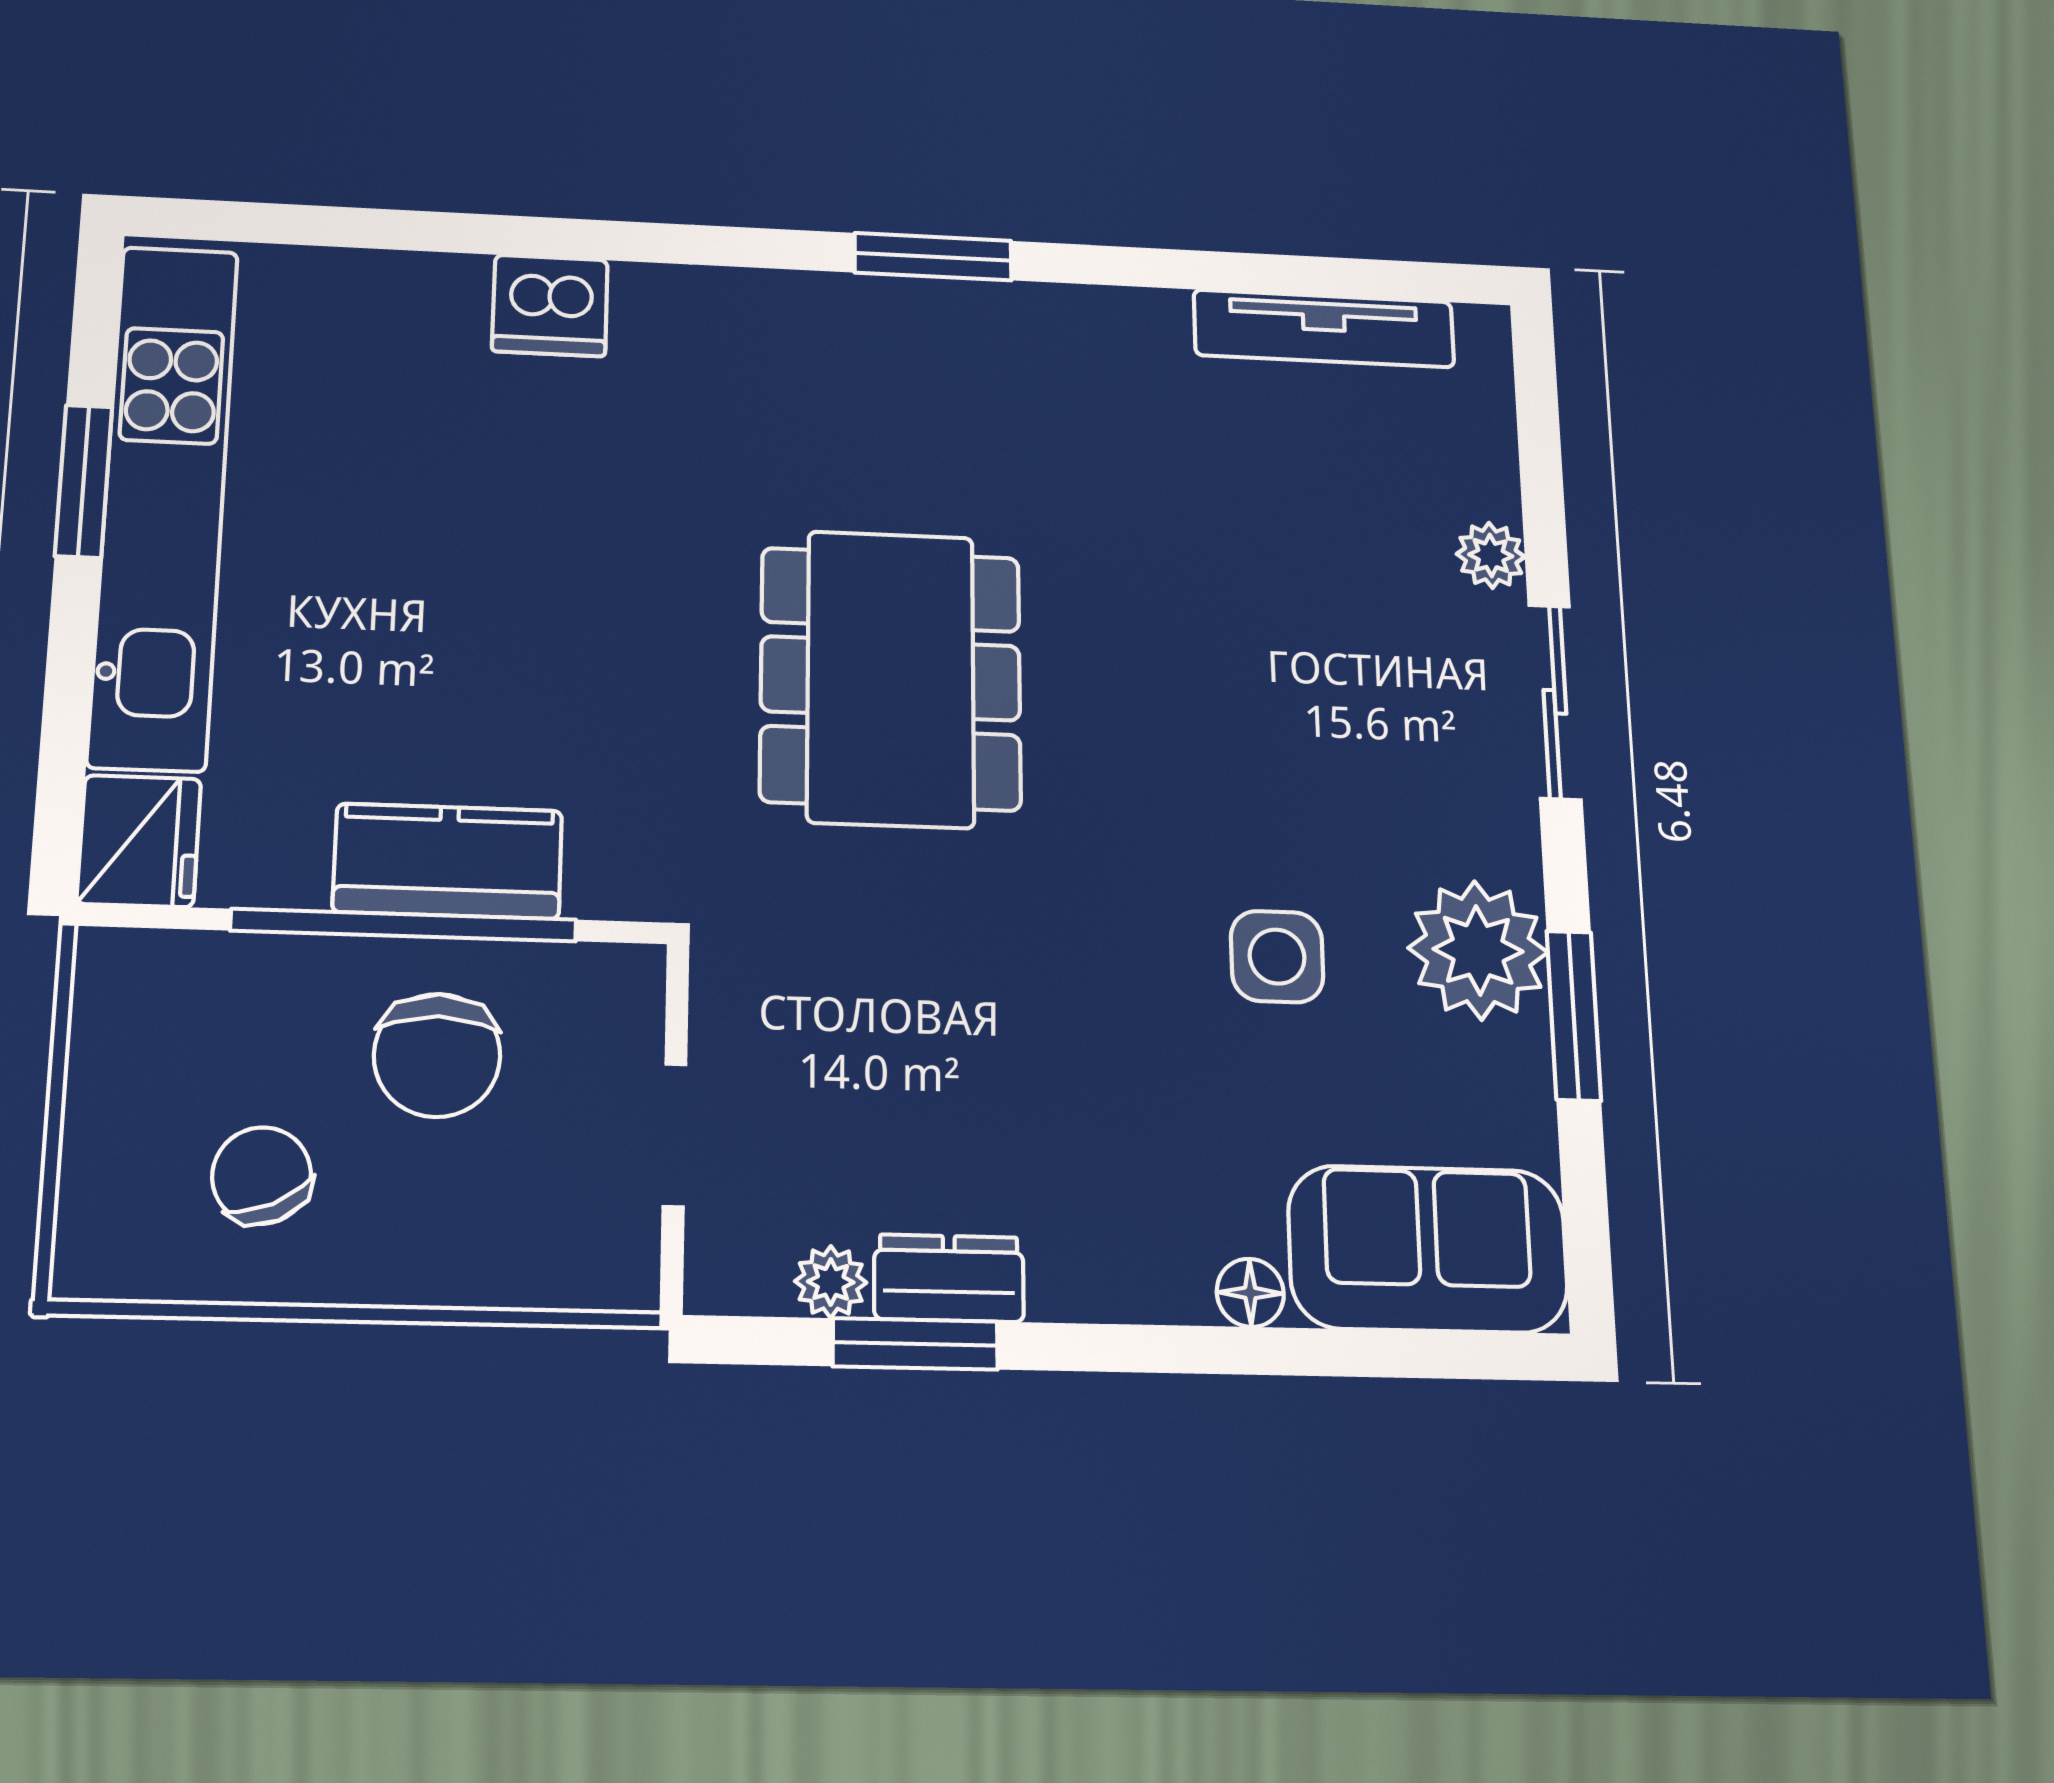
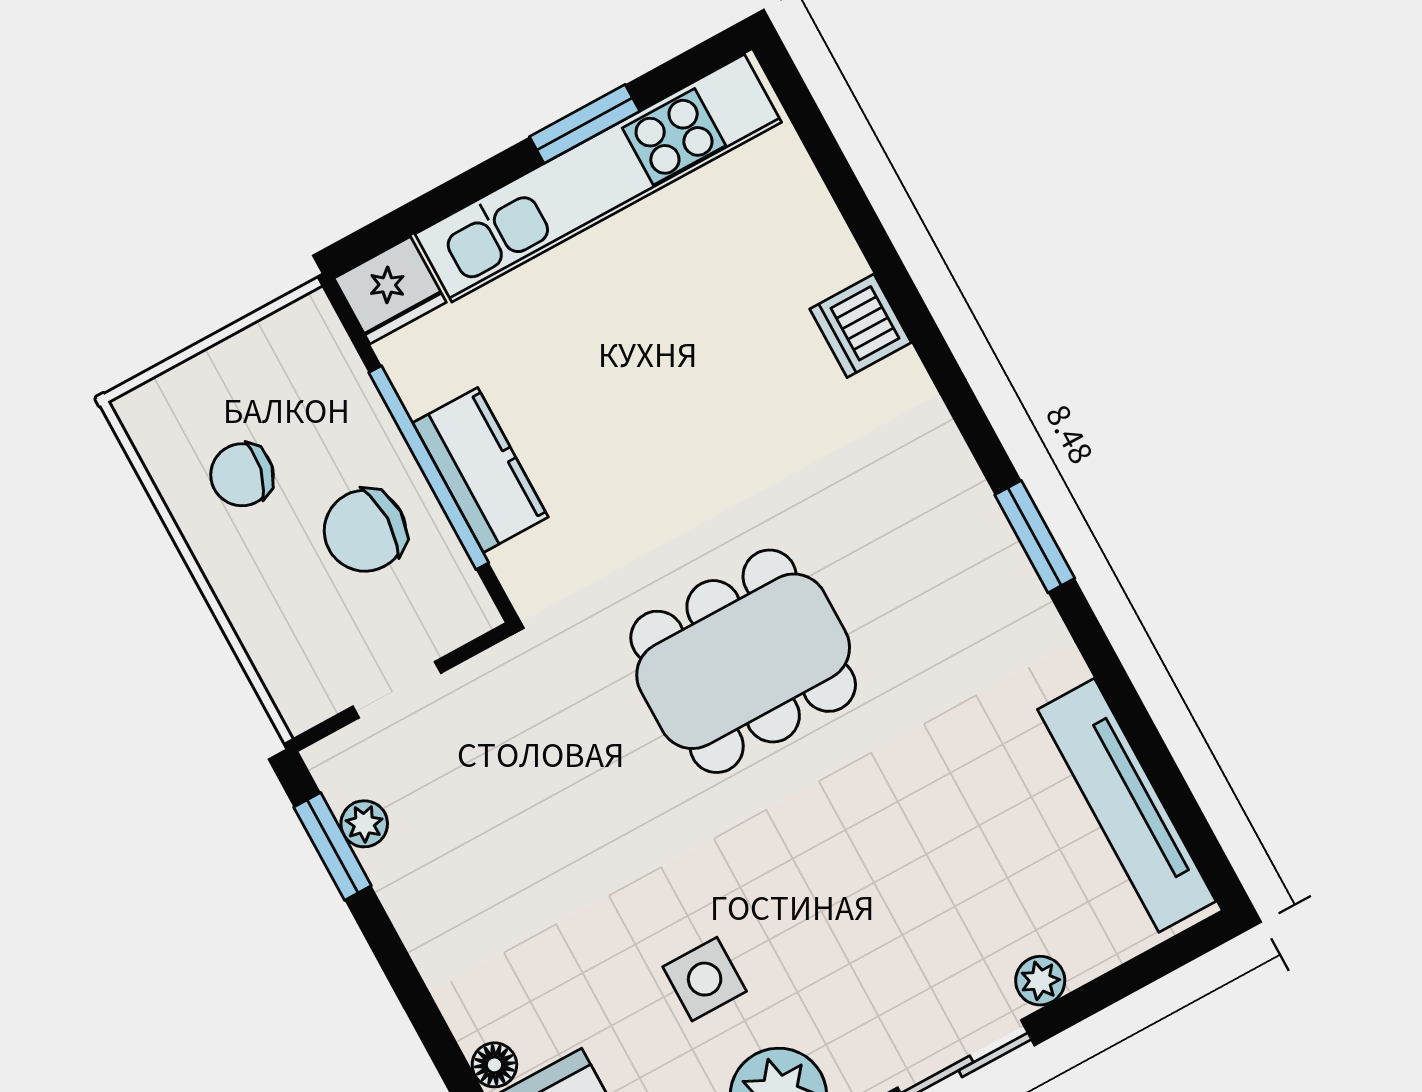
tv unit: (1324, 329) -> (1127, 805), width x1.36, depth x1.29
chair: (262, 1176) -> (242, 475), turned -144
dresser: (949, 1278) -> (404, 889), removed
window: (915, 1344) -> (333, 846), moved

